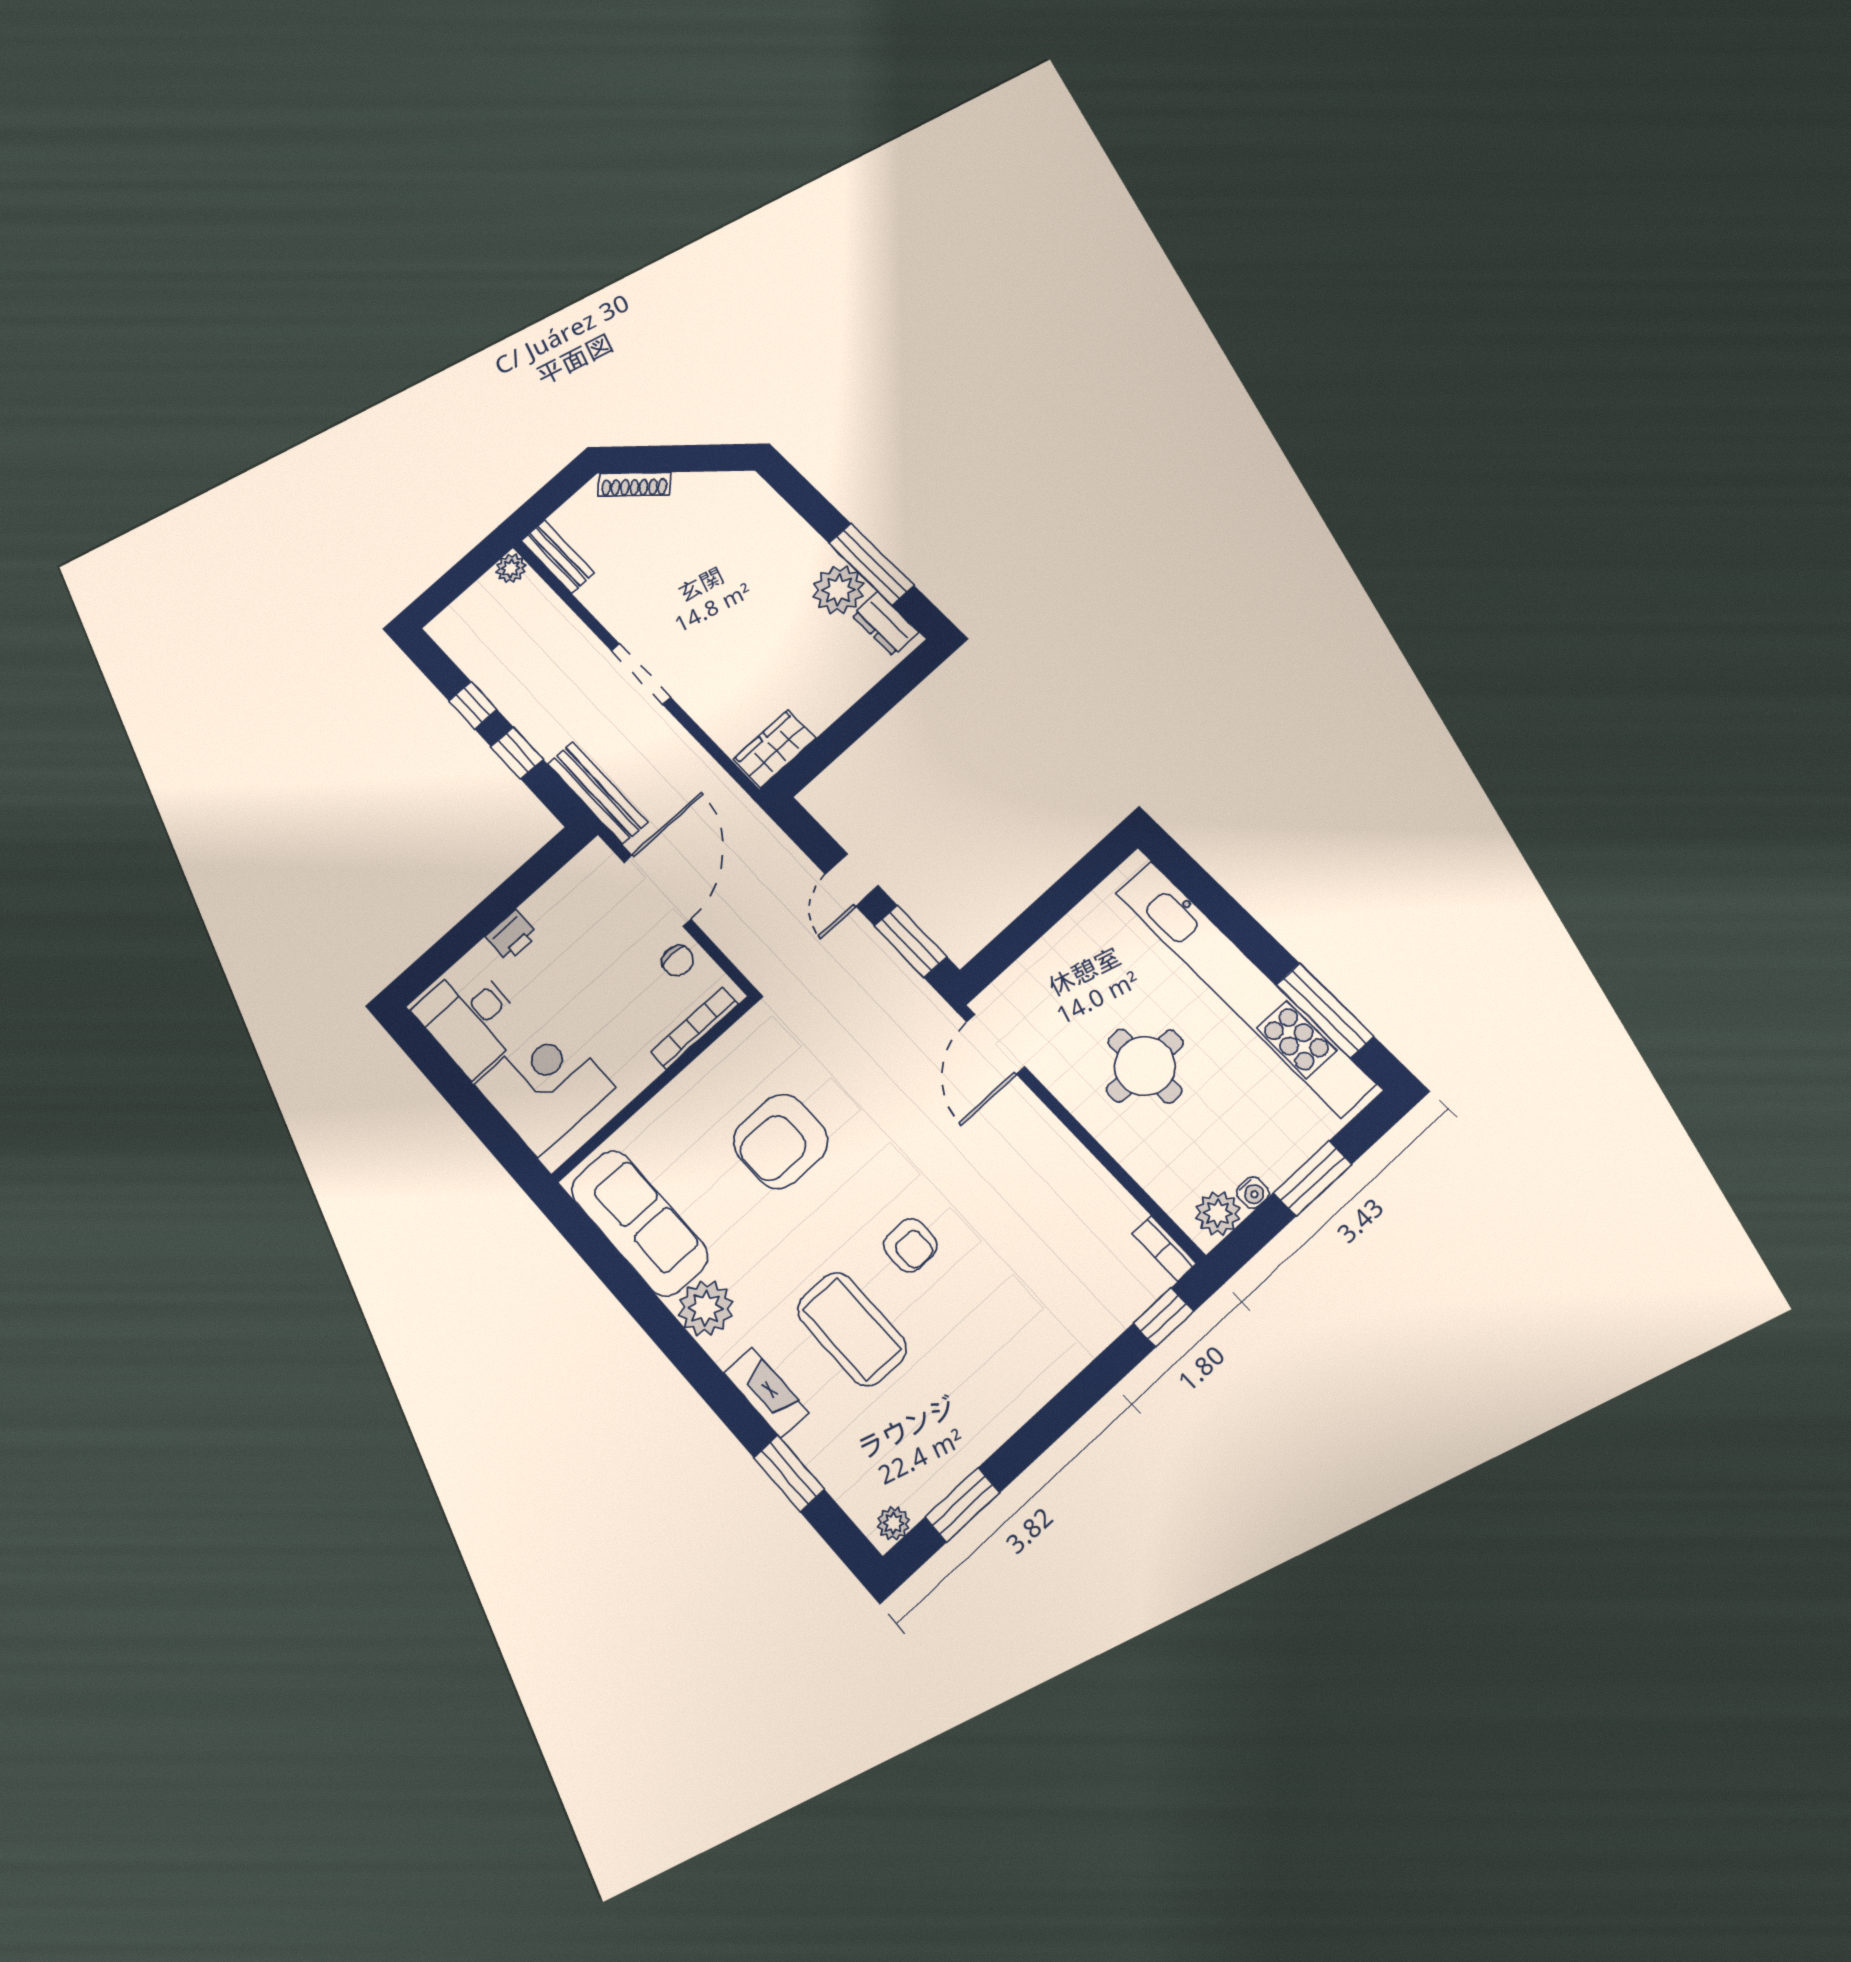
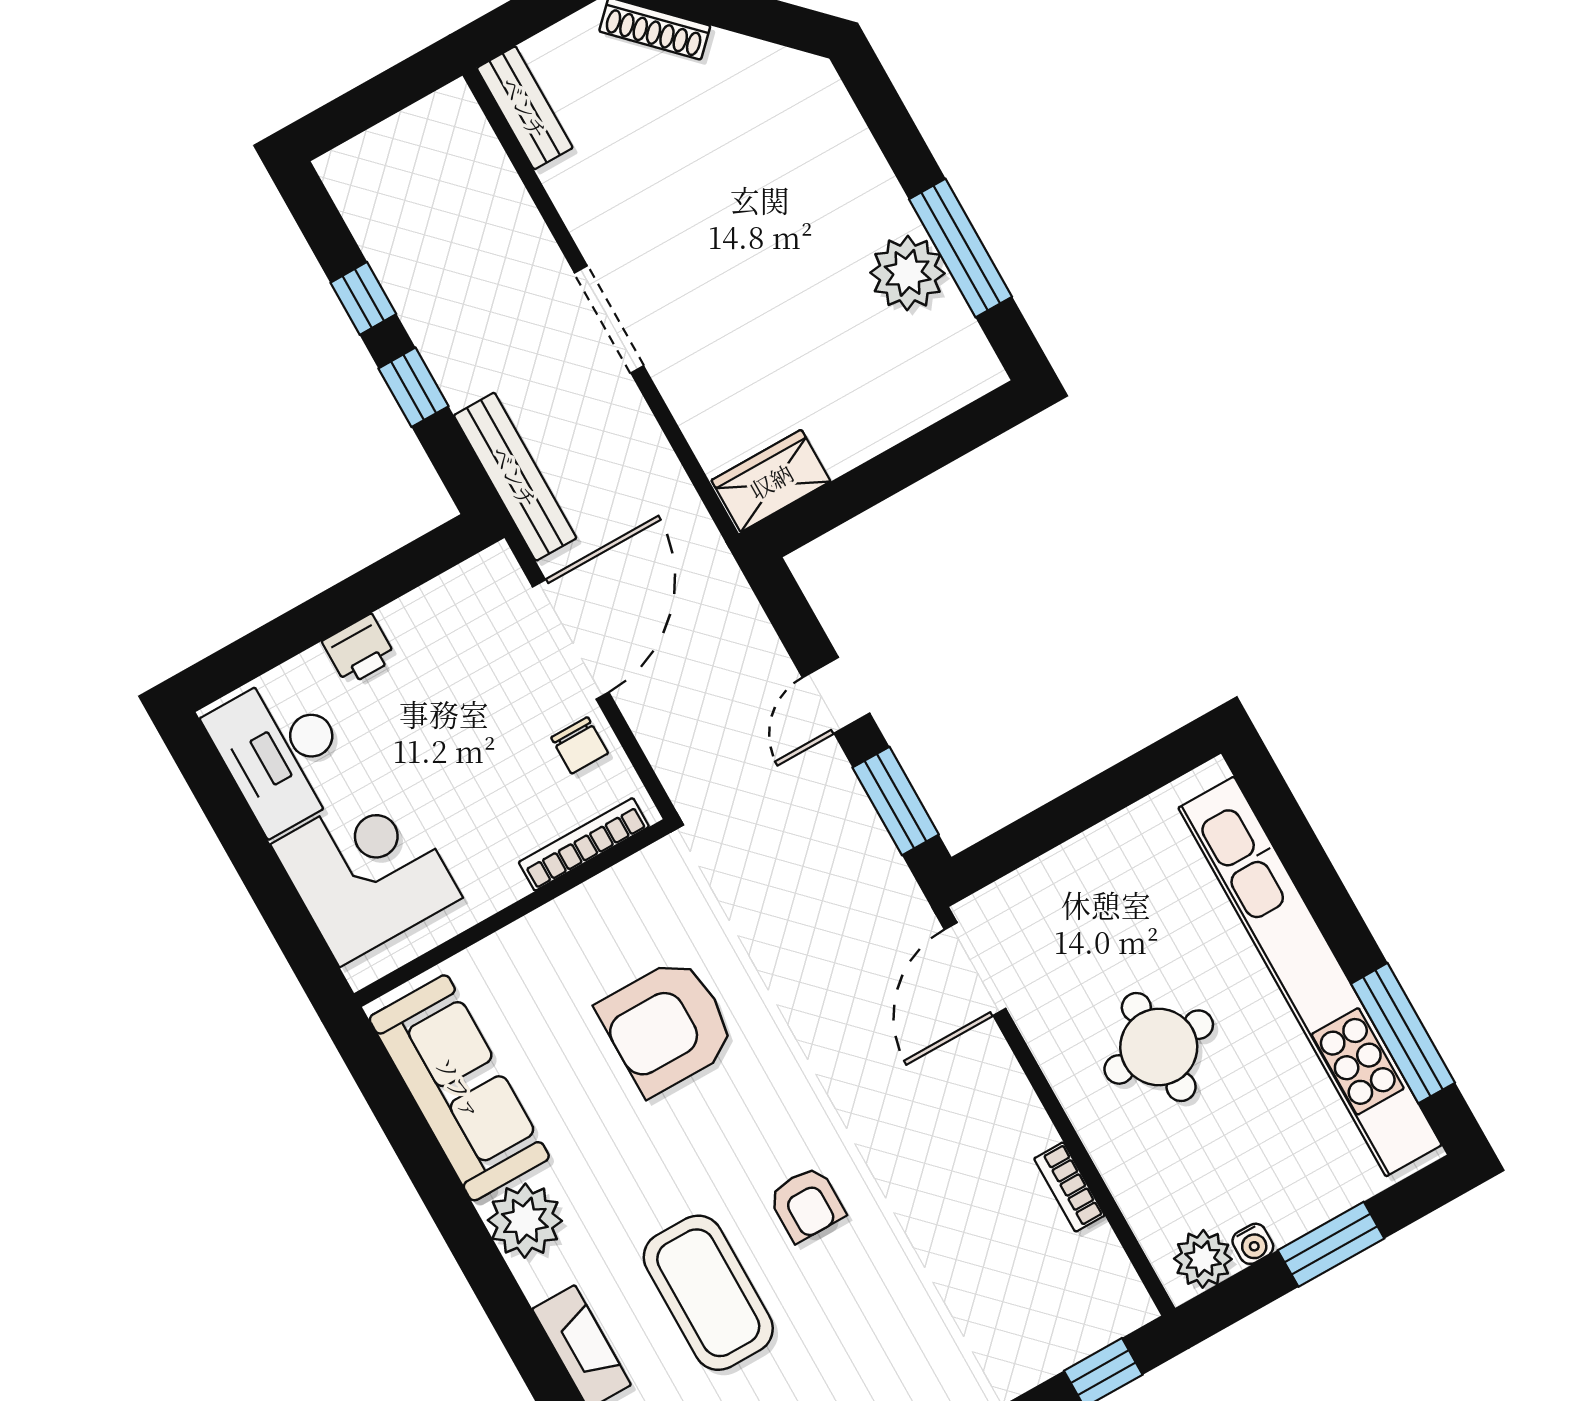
plant: (511, 568) -> (454, 106), removed
dresser: (885, 624) -> (960, 342), removed
bookcase: (1164, 1249) -> (1069, 1187), moved

